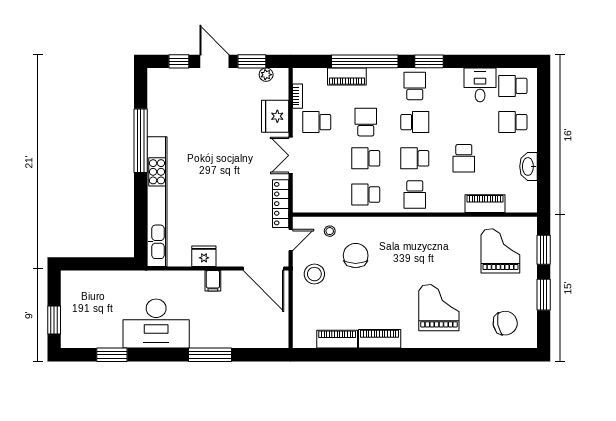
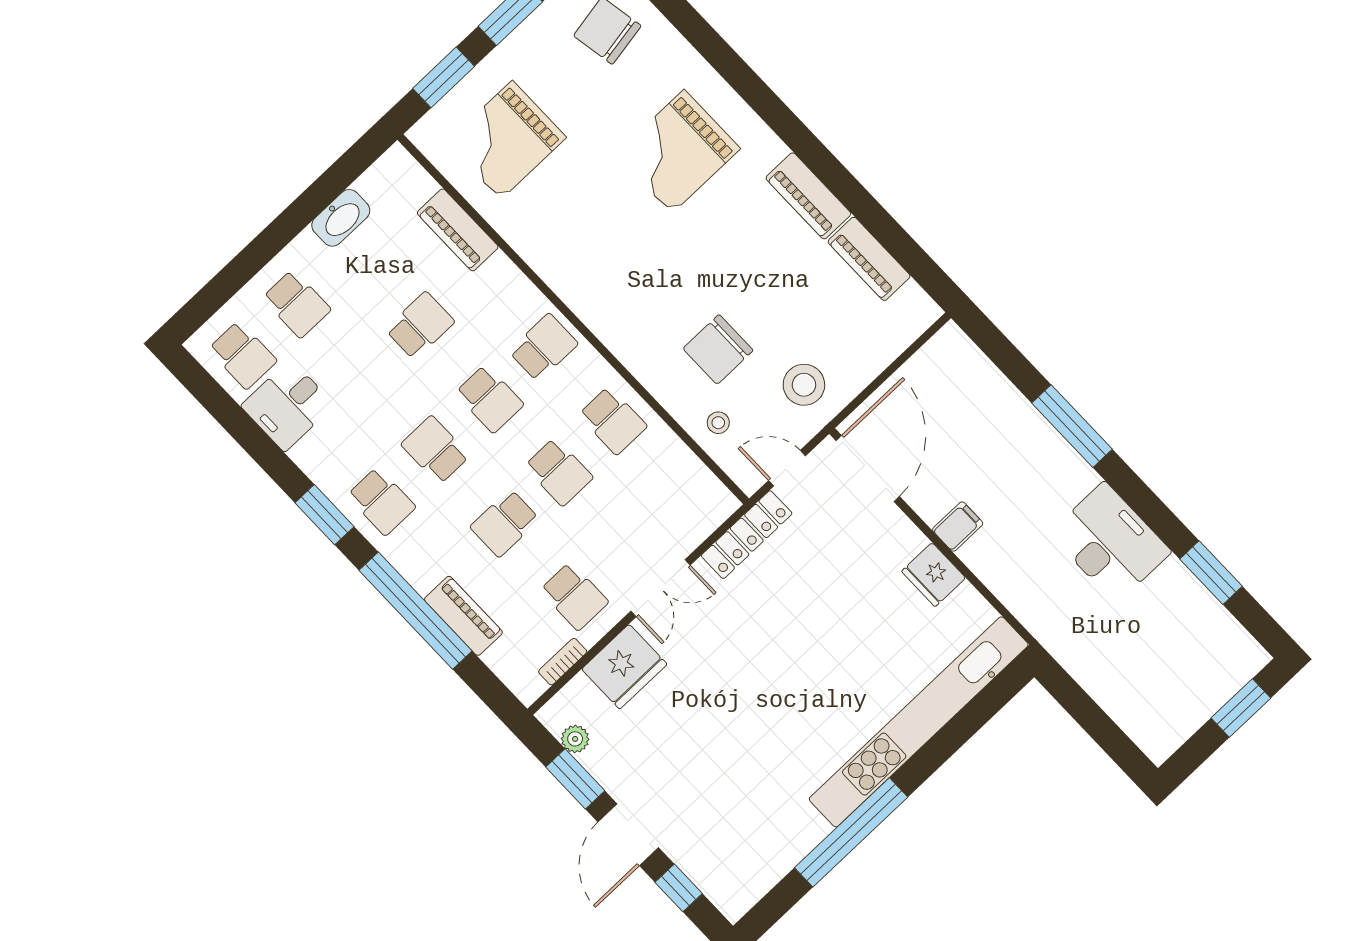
school desk: (415, 86) -> (381, 501), turned -90
desk: (156, 324) -> (1110, 543), width x0.73, depth x0.77

